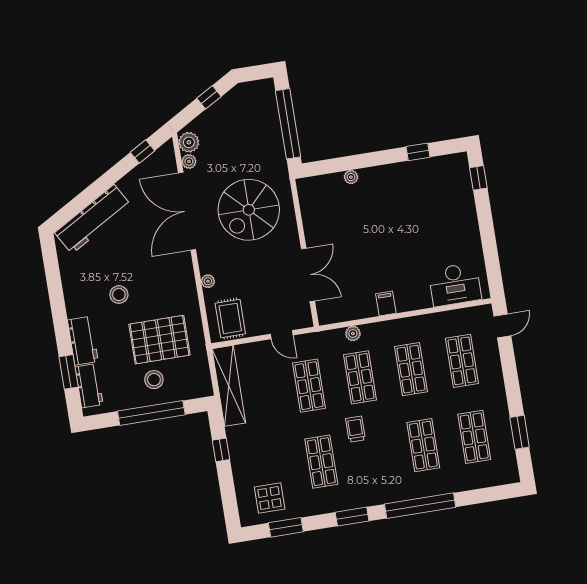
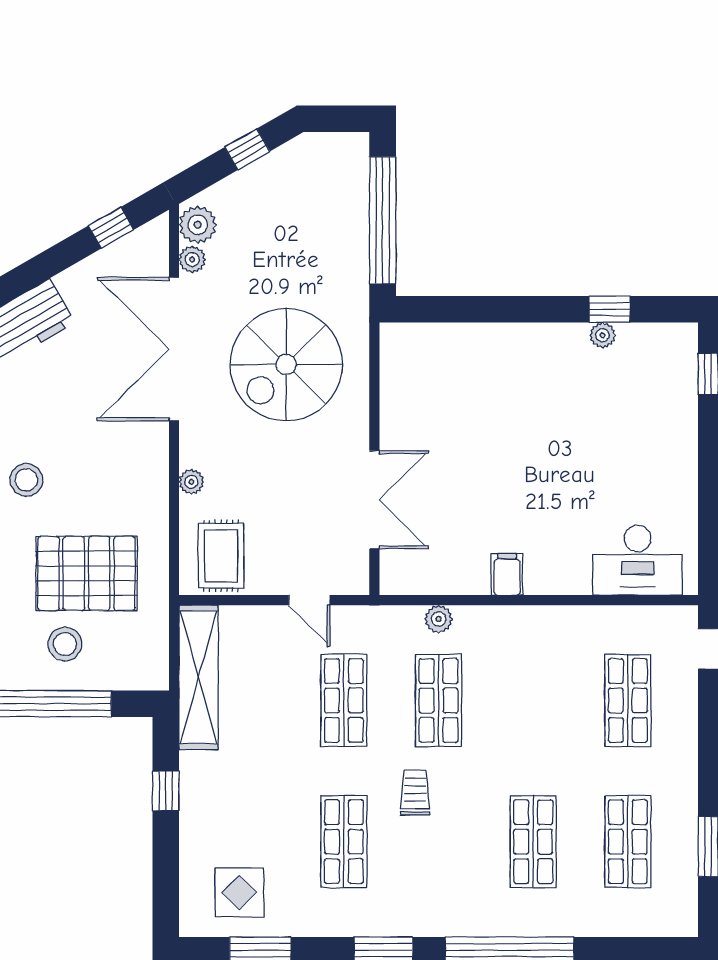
plant: (351, 177) -> (603, 335), moved
shop shelf: (411, 369) -> (533, 700), removed

